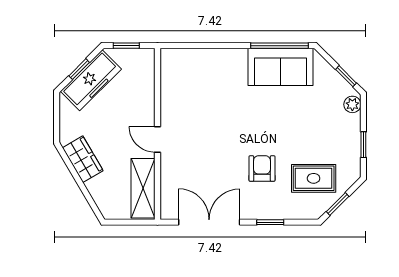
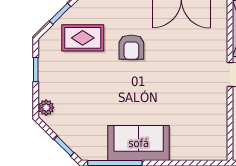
sofa: (280, 67) -> (139, 143), moved
window: (346, 76) -> (64, 146), moved

